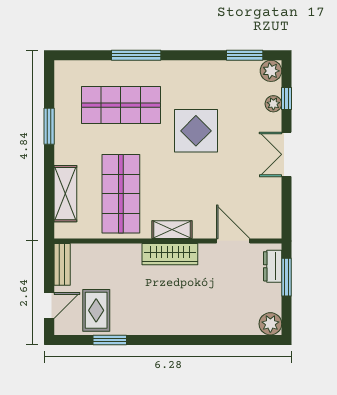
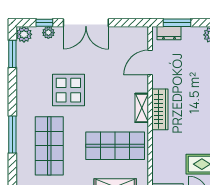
double door: (287, 154) -> (86, 23), width x1.37

